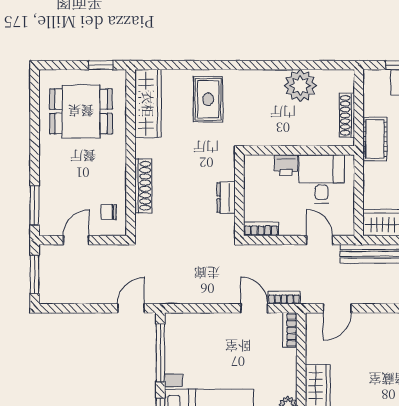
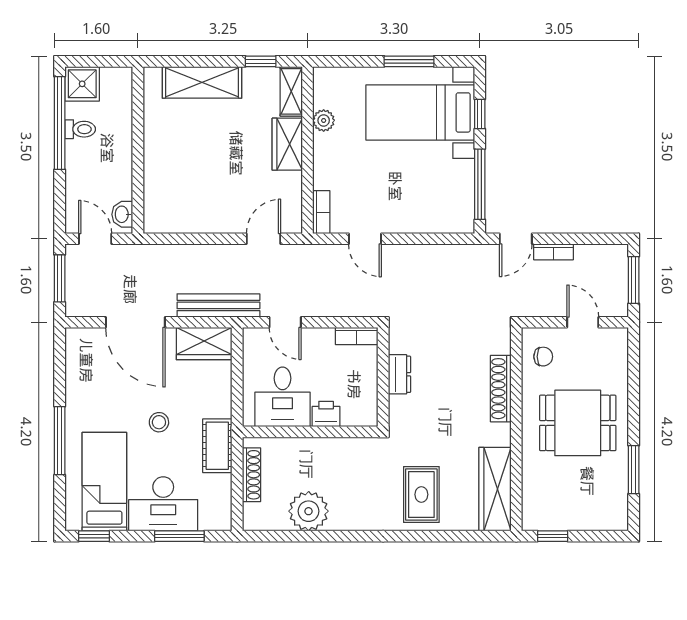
dining table: (81, 111) -> (578, 423), moved
window: (35, 205) -> (634, 470), moved
door: (76, 240) -> (583, 322), swing flipped
bookcase: (284, 298) -> (553, 252), moved

